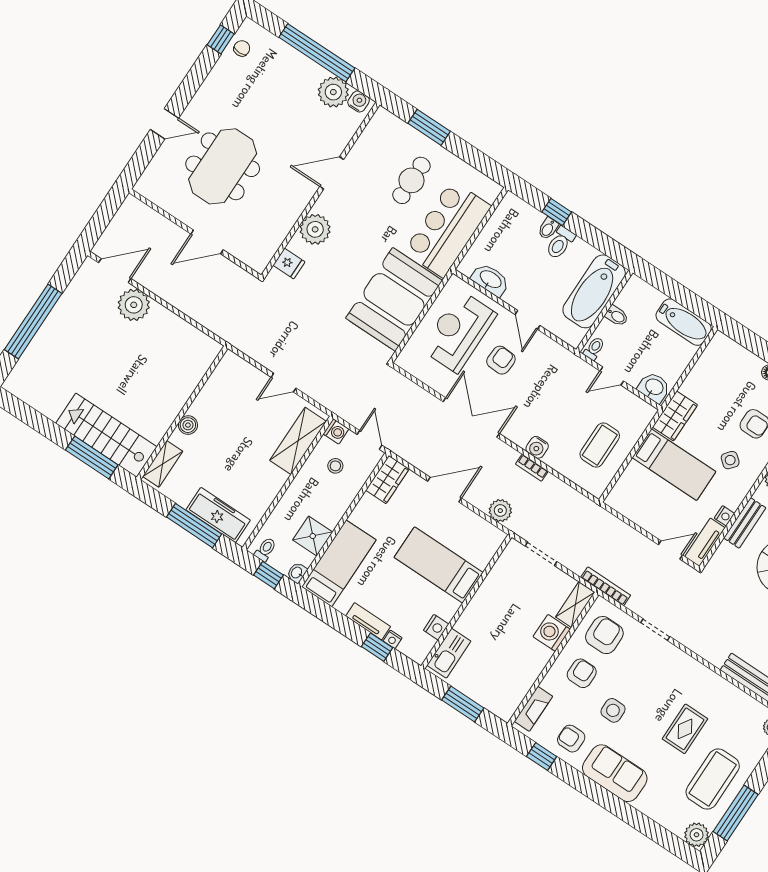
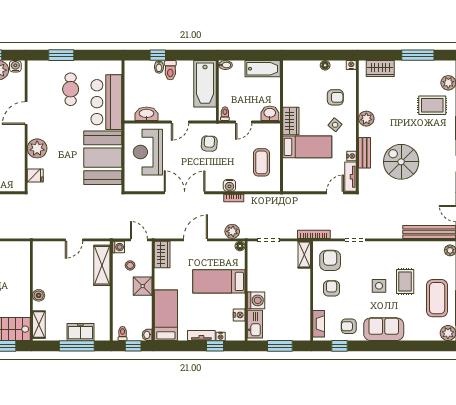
bidet: (617, 316) -> (225, 65), moved
door: (527, 320) -> (180, 122), hinge flipped
armchair: (501, 360) -> (209, 144), moved
freezer: (218, 515) -> (80, 332), width x0.71
shower: (313, 536) -> (143, 286), moved
floor lamp: (498, 537) -> (240, 246), added
washing machine: (552, 633) -> (256, 300), moved, turned 180
side table: (613, 710) -> (379, 286), moved

